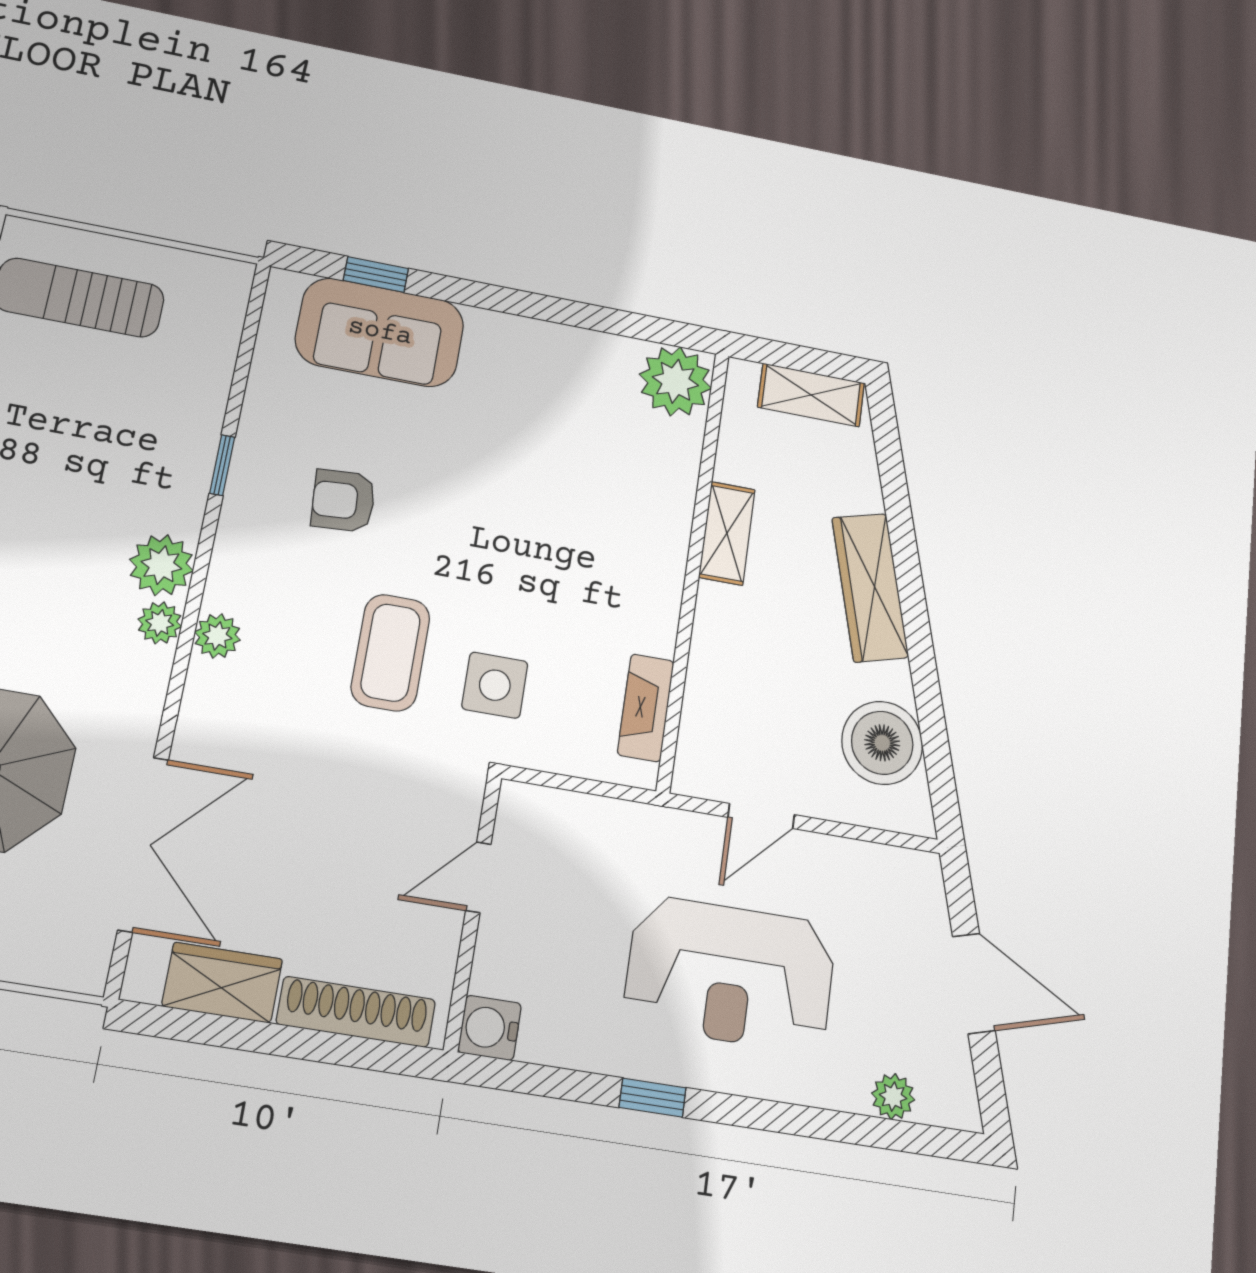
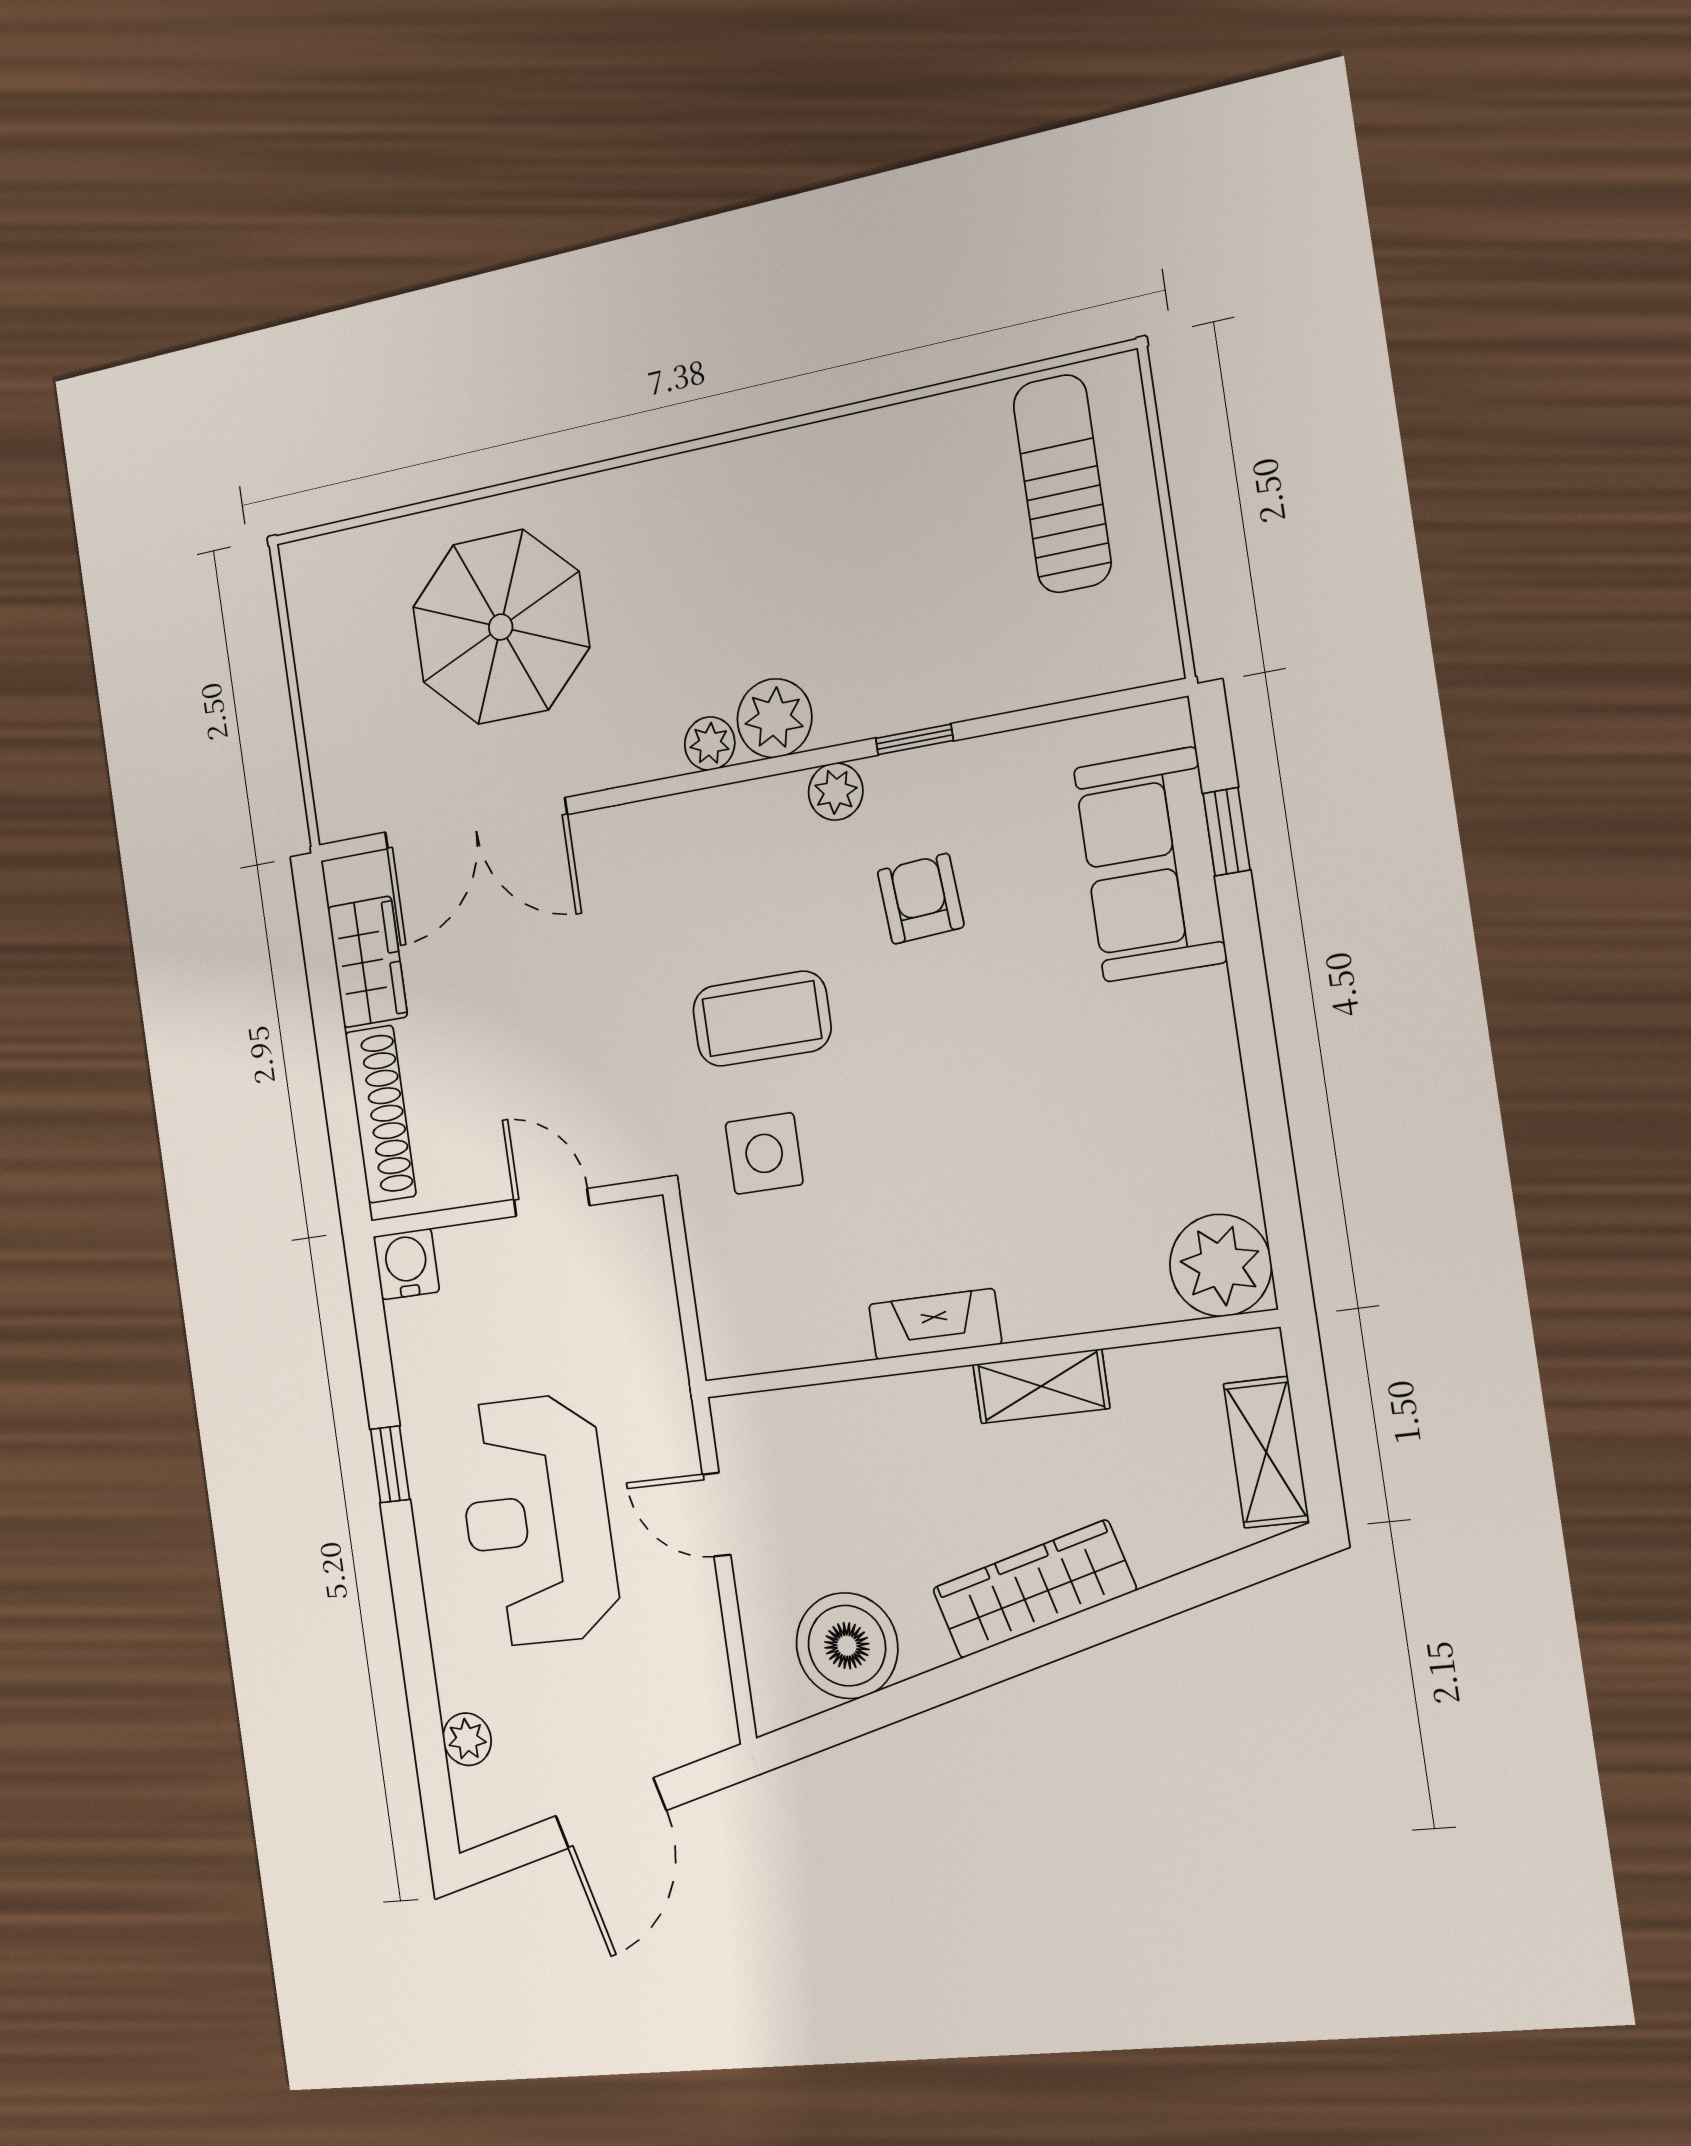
plant: (217, 636) -> (836, 792), moved
fireplace: (646, 708) -> (935, 1324), moved

